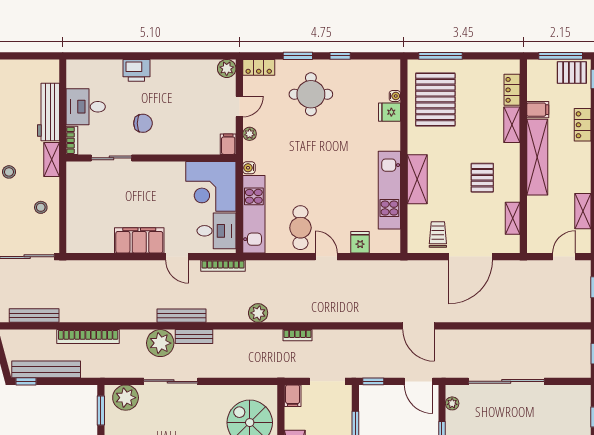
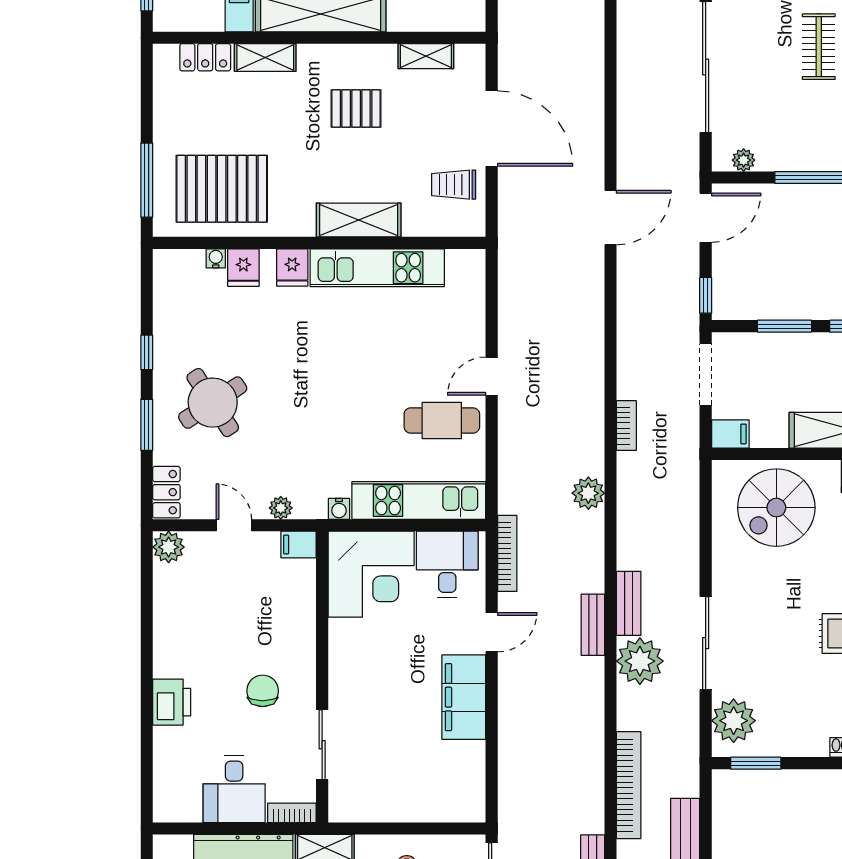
round table: (311, 94) -> (213, 403), turned -33
fridge: (360, 242) -> (292, 267), moved, turned -90
bench: (181, 316) -> (593, 625), width x0.73

